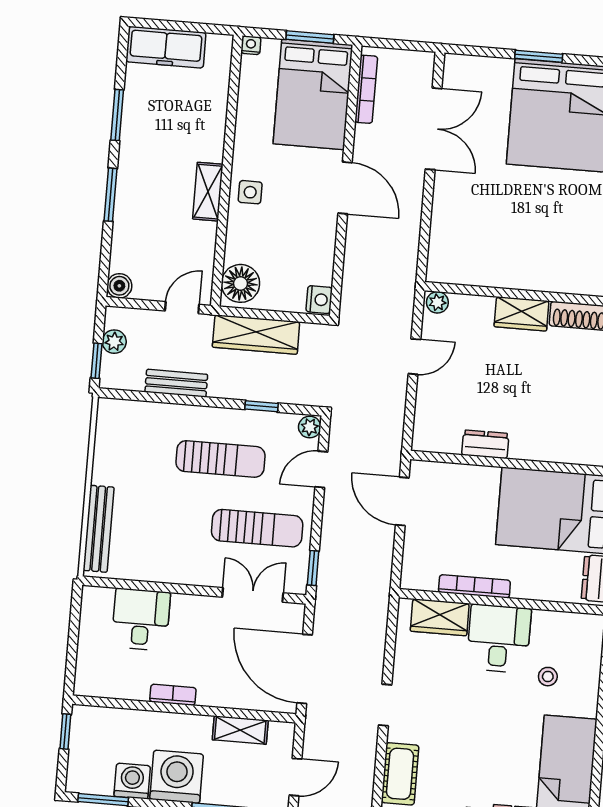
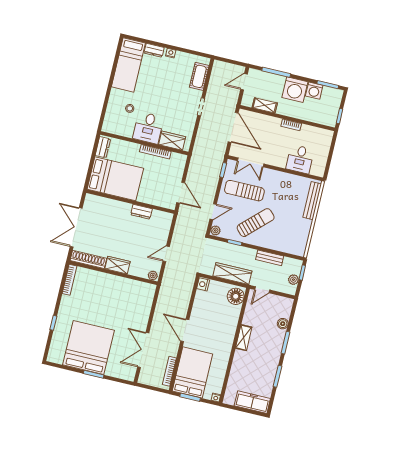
side table: (250, 192) -> (226, 335), removed
boiler: (119, 286) -> (283, 324), moved
sun lounger: (220, 459) -> (256, 223), turned 136

